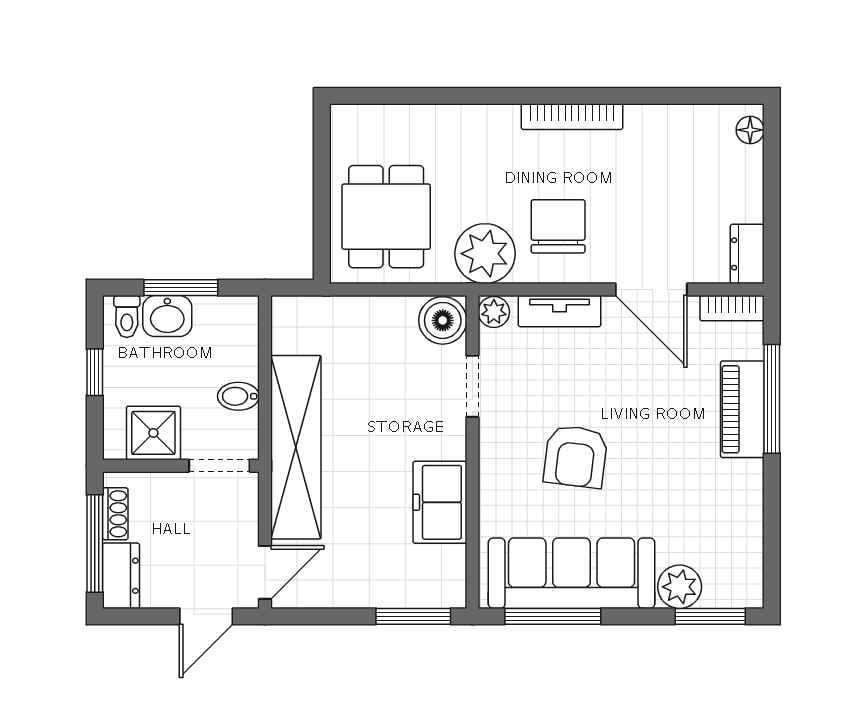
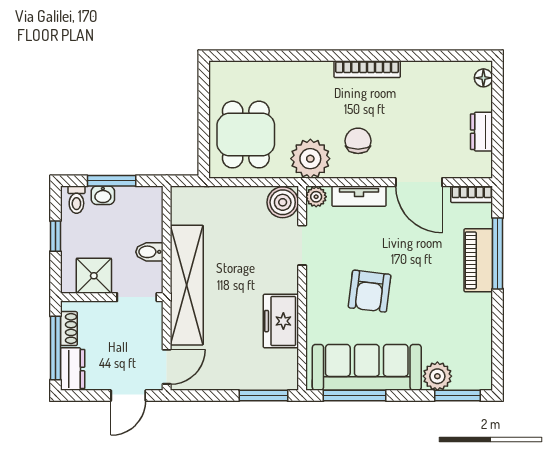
chair: (558, 226) -> (358, 141), width x0.73, depth x0.73
dresser: (747, 254) -> (482, 132), moved
washbasin: (167, 316) -> (103, 195), width x0.72, depth x0.69

